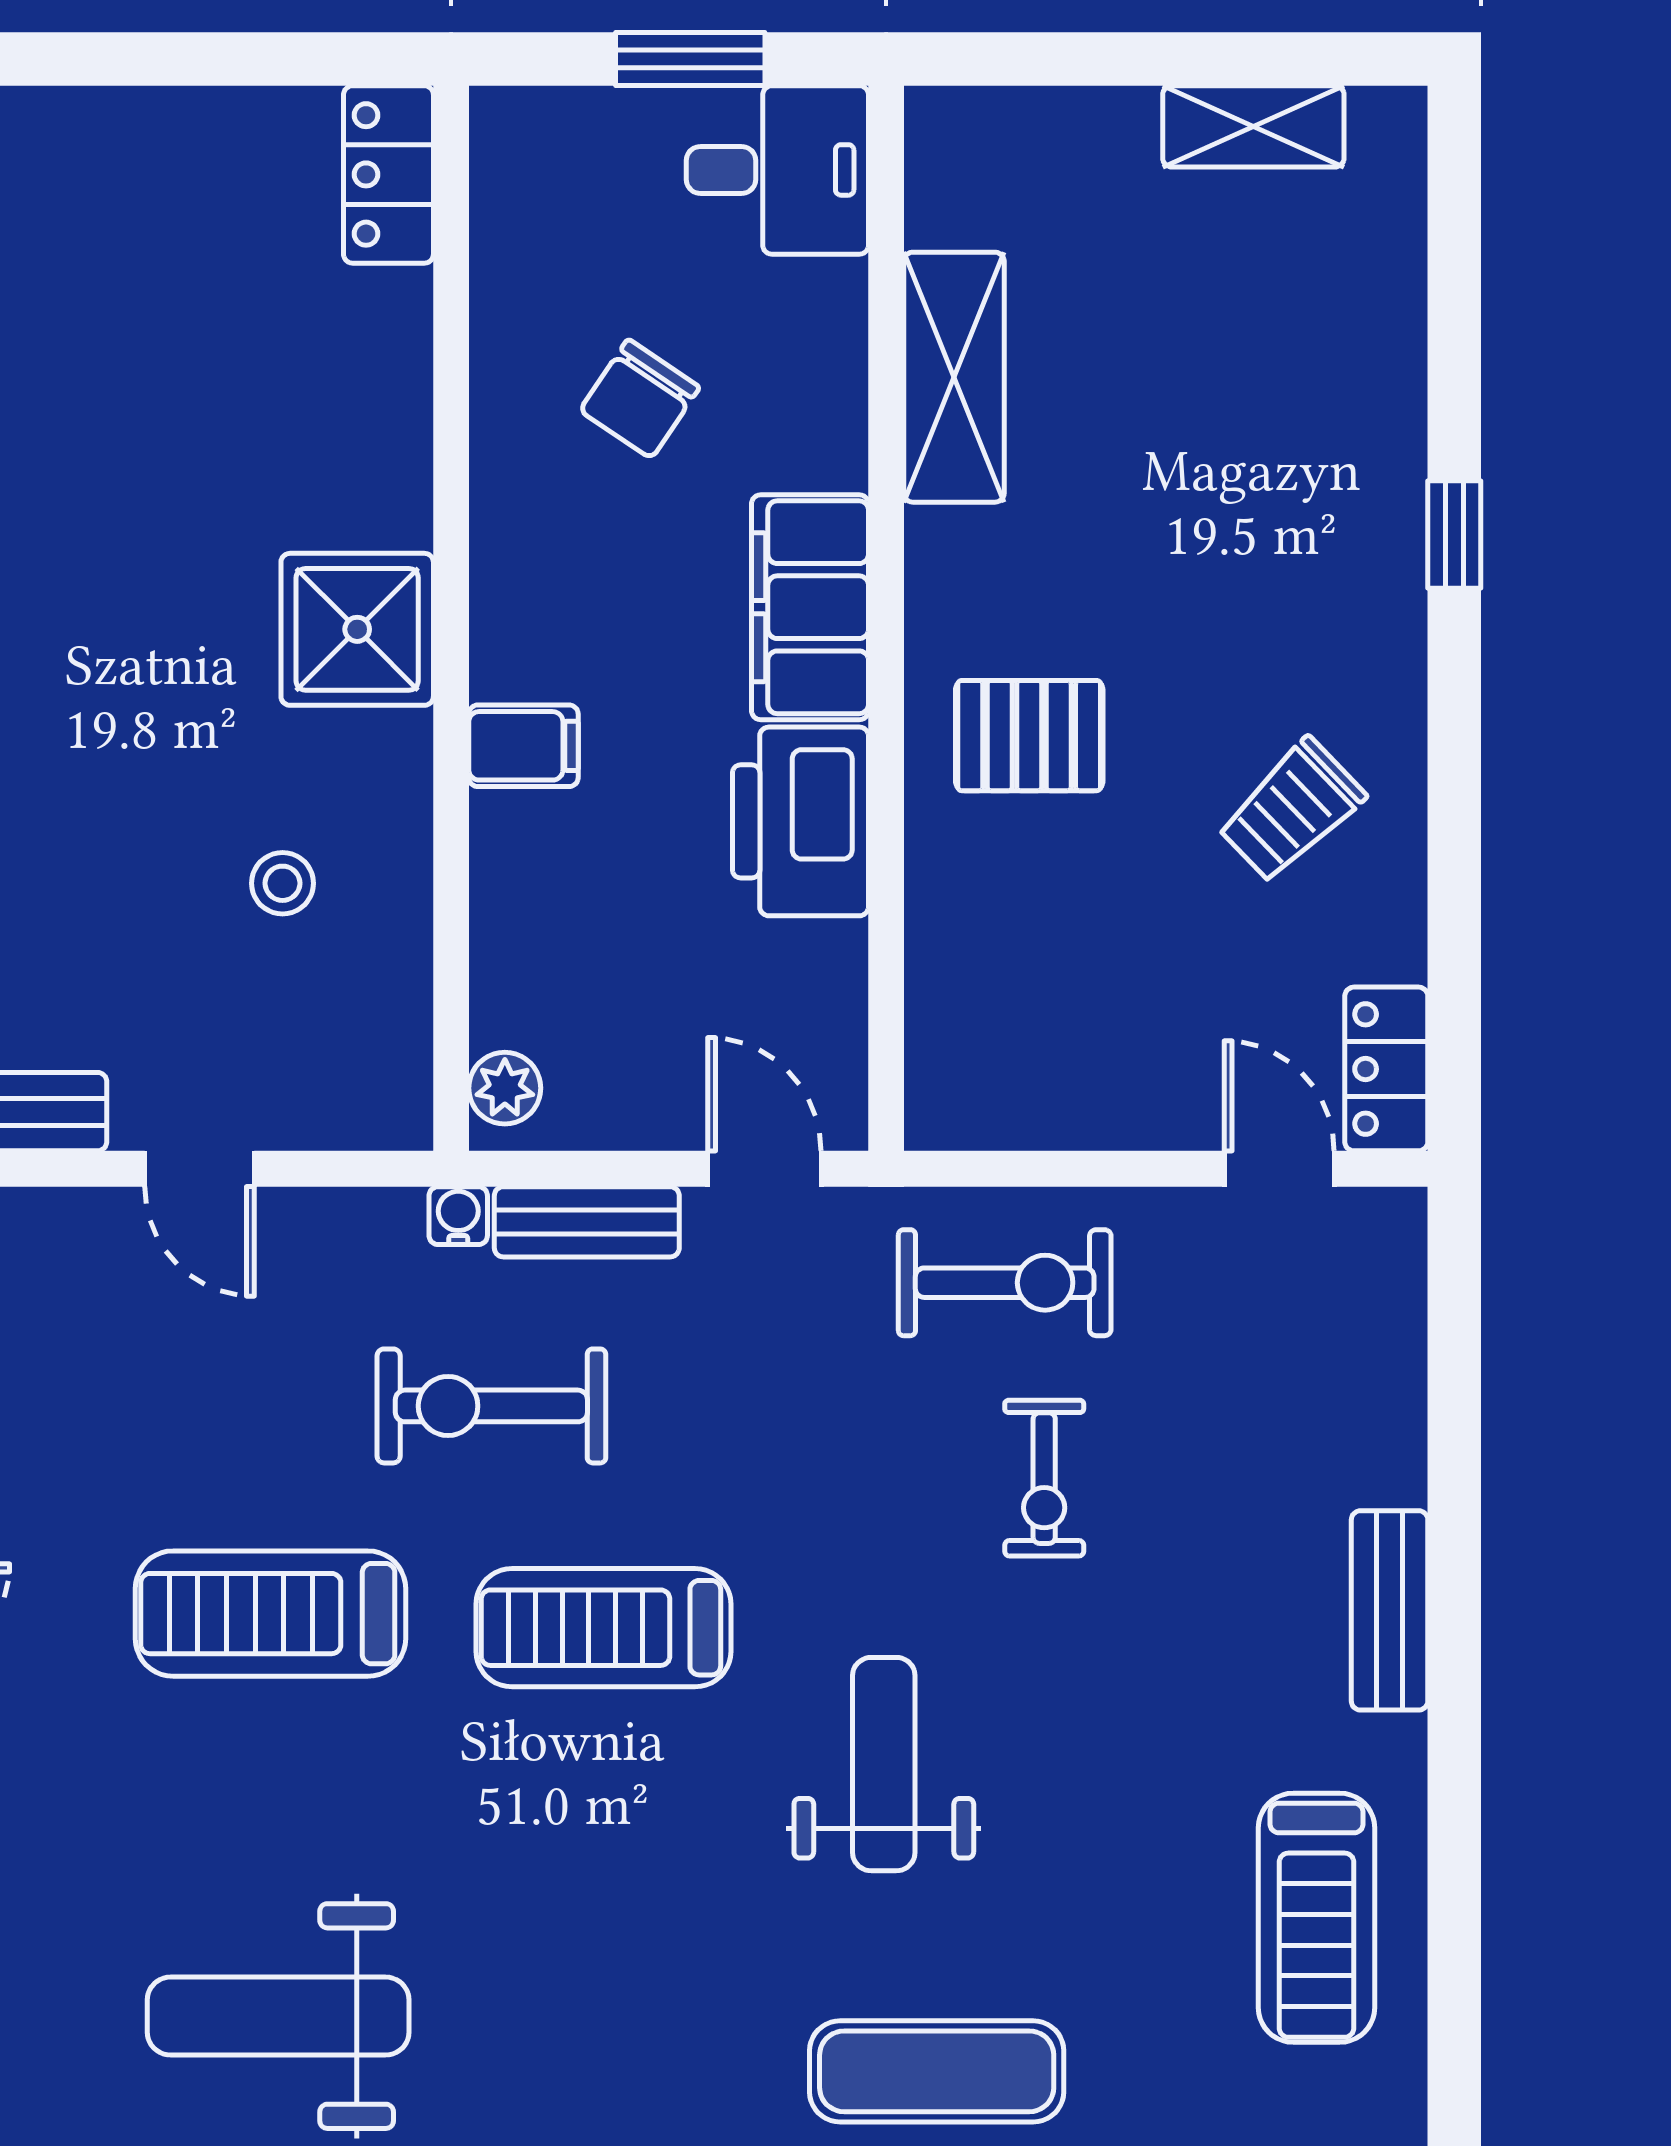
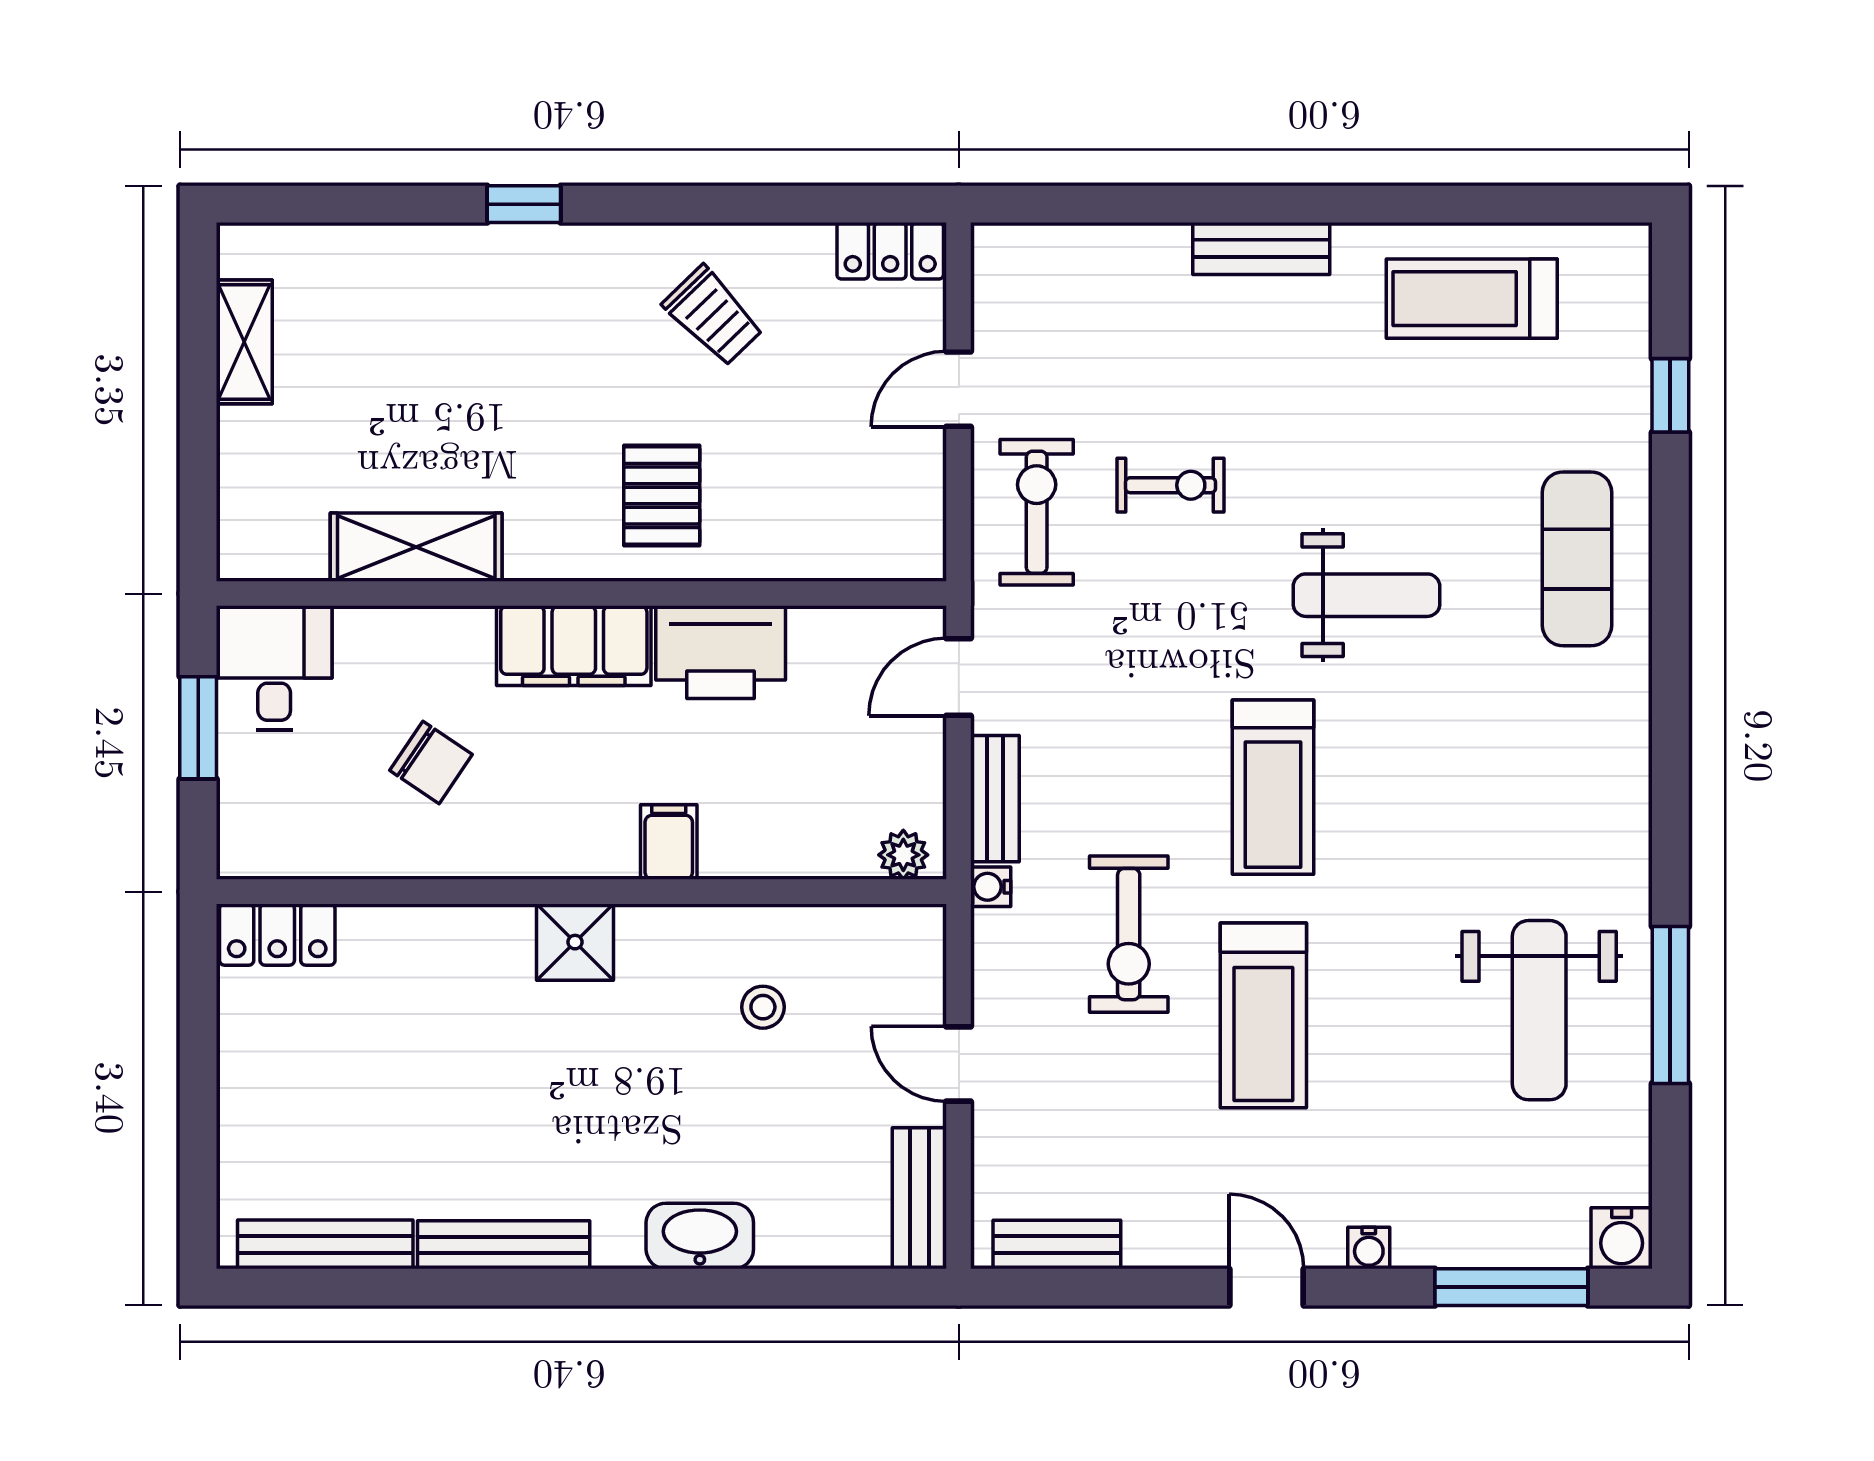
shower: (357, 629) -> (575, 942), width x0.73, depth x0.73
door: (199, 1169) -> (959, 1064), swing flipped
door: (1279, 1169) -> (959, 389), moved
exercise bike: (491, 1406) -> (1129, 934), moved
weight bench: (884, 1764) -> (1366, 595), turned 180
treadmill: (1316, 1918) -> (1472, 299), turned 180

